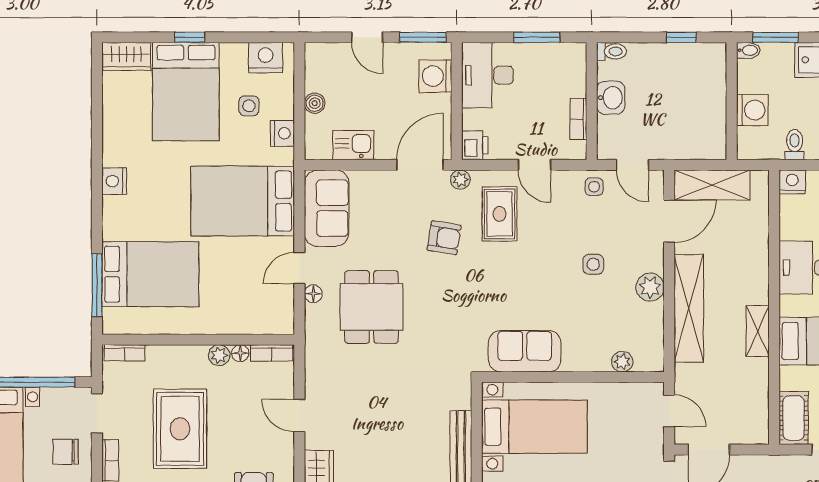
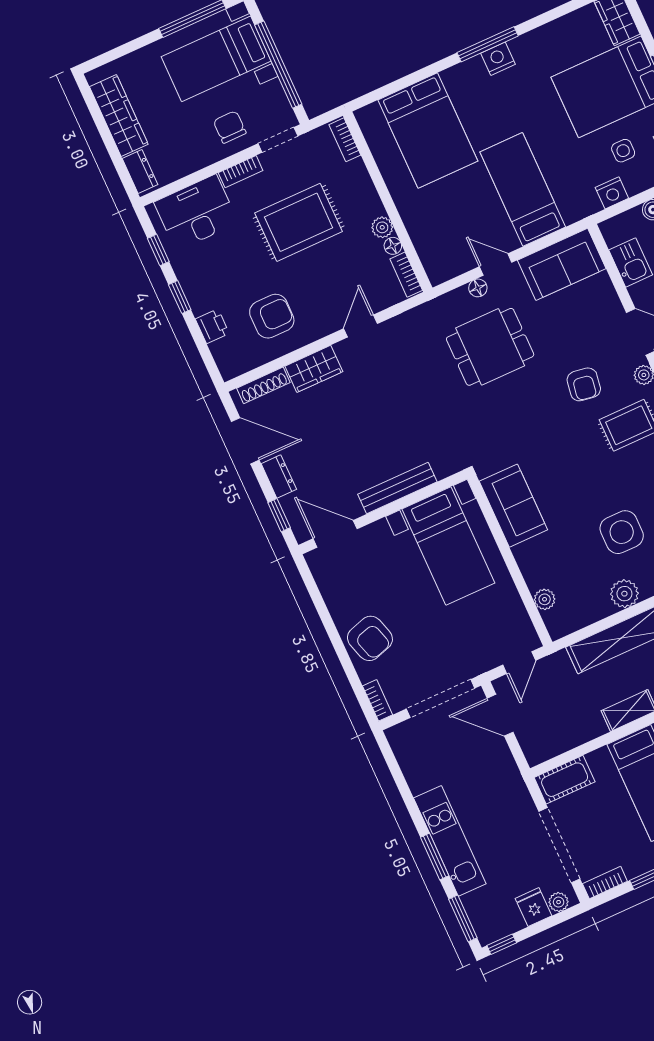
bed: (243, 201) -> (523, 189), width x0.67
side table: (593, 264) -> (622, 532), width x1.87, depth x1.87
window: (97, 285) -> (488, 44), moved

